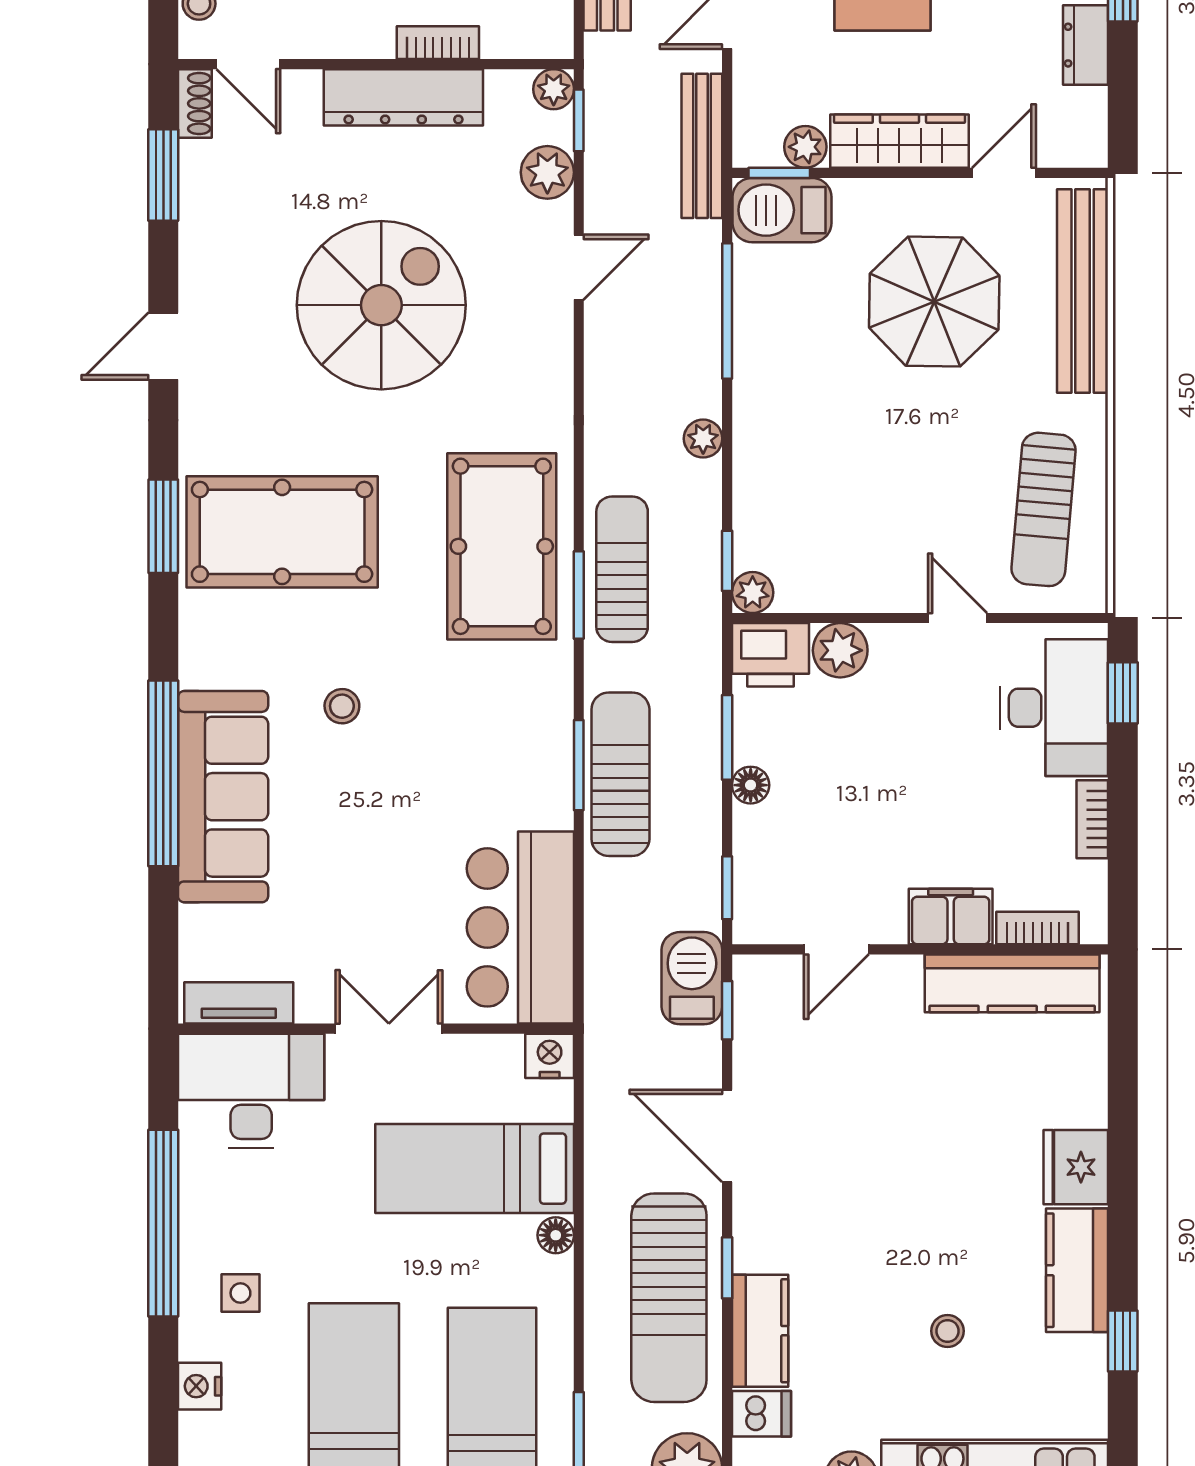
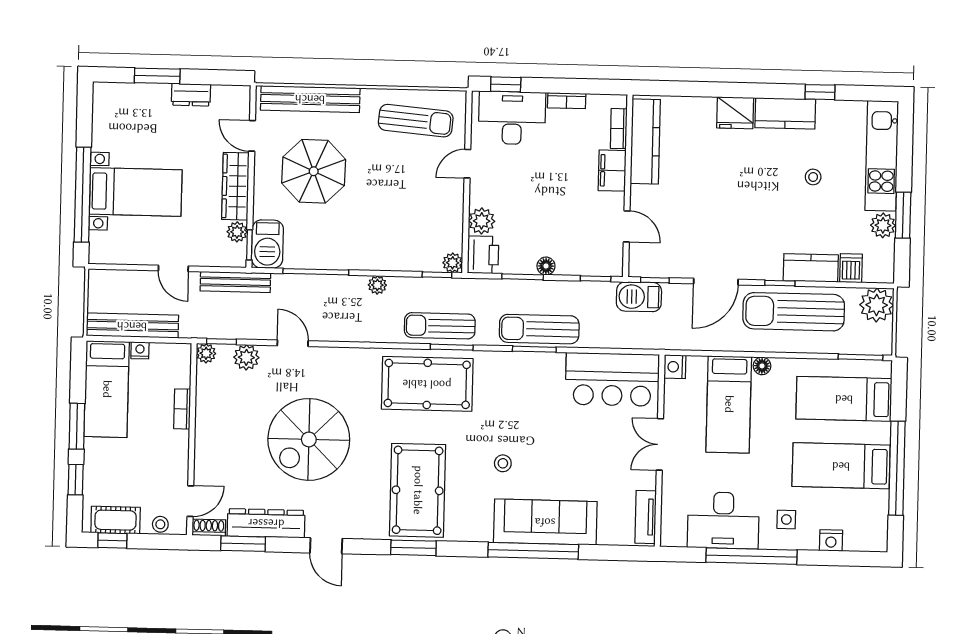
dresser: (403, 97) -> (266, 523), moved, turned -90
spiral stairs: (381, 305) -> (309, 439), turned -90
desk: (251, 1091) -> (723, 520), moved, turned -90
sun lounger: (669, 1298) -> (794, 312), turned 180

